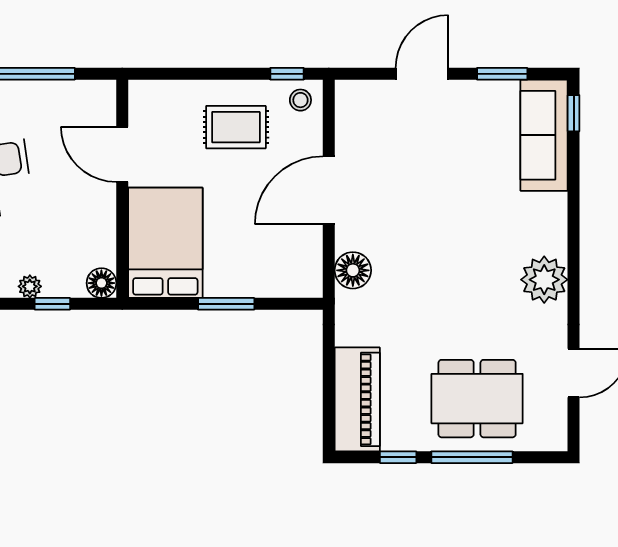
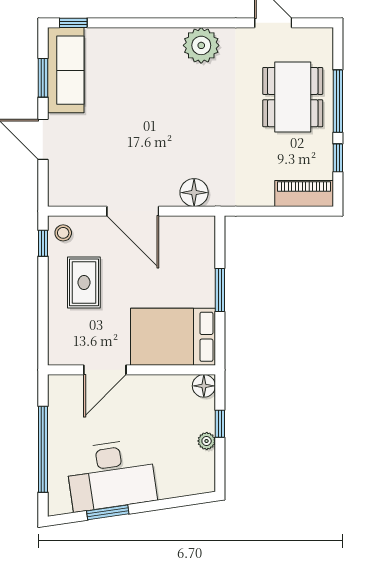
sofa: (544, 135) -> (66, 70), moved, turned -90
piano: (357, 399) -> (304, 194), width x0.73, depth x0.75

